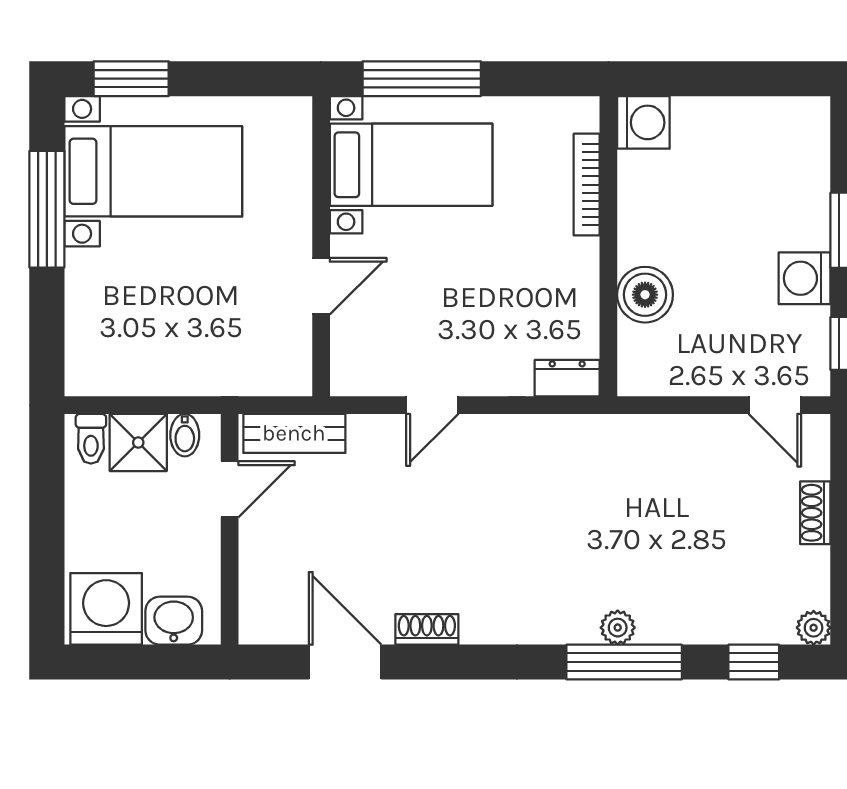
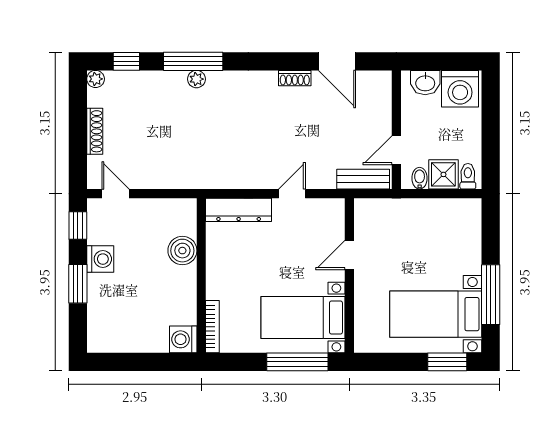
bookcase: (587, 185) -> (212, 327), moved
dresser: (567, 378) -> (239, 210), width x1.96, depth x1.24
shoe rack: (815, 513) -> (95, 131), width x1.43

